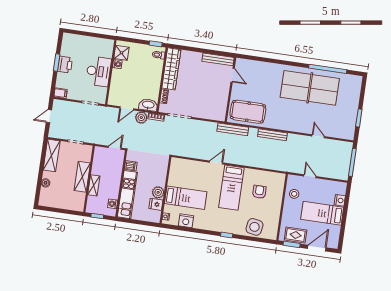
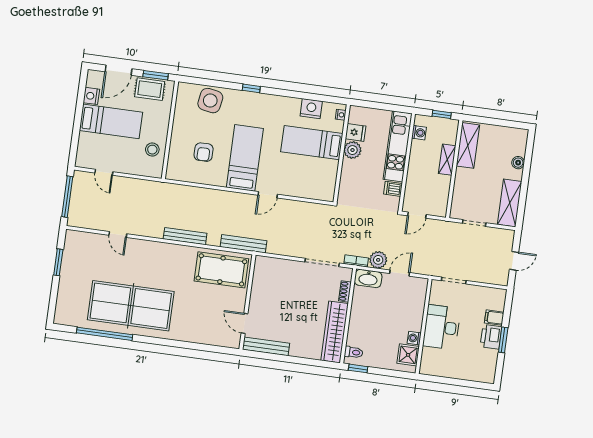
filing cabinet: (60, 93) -> (494, 318), moved
door: (310, 176) -> (104, 172), moved
shelving: (82, 177) -> (468, 145), moved
nightstand: (340, 200) -> (91, 96), moved

